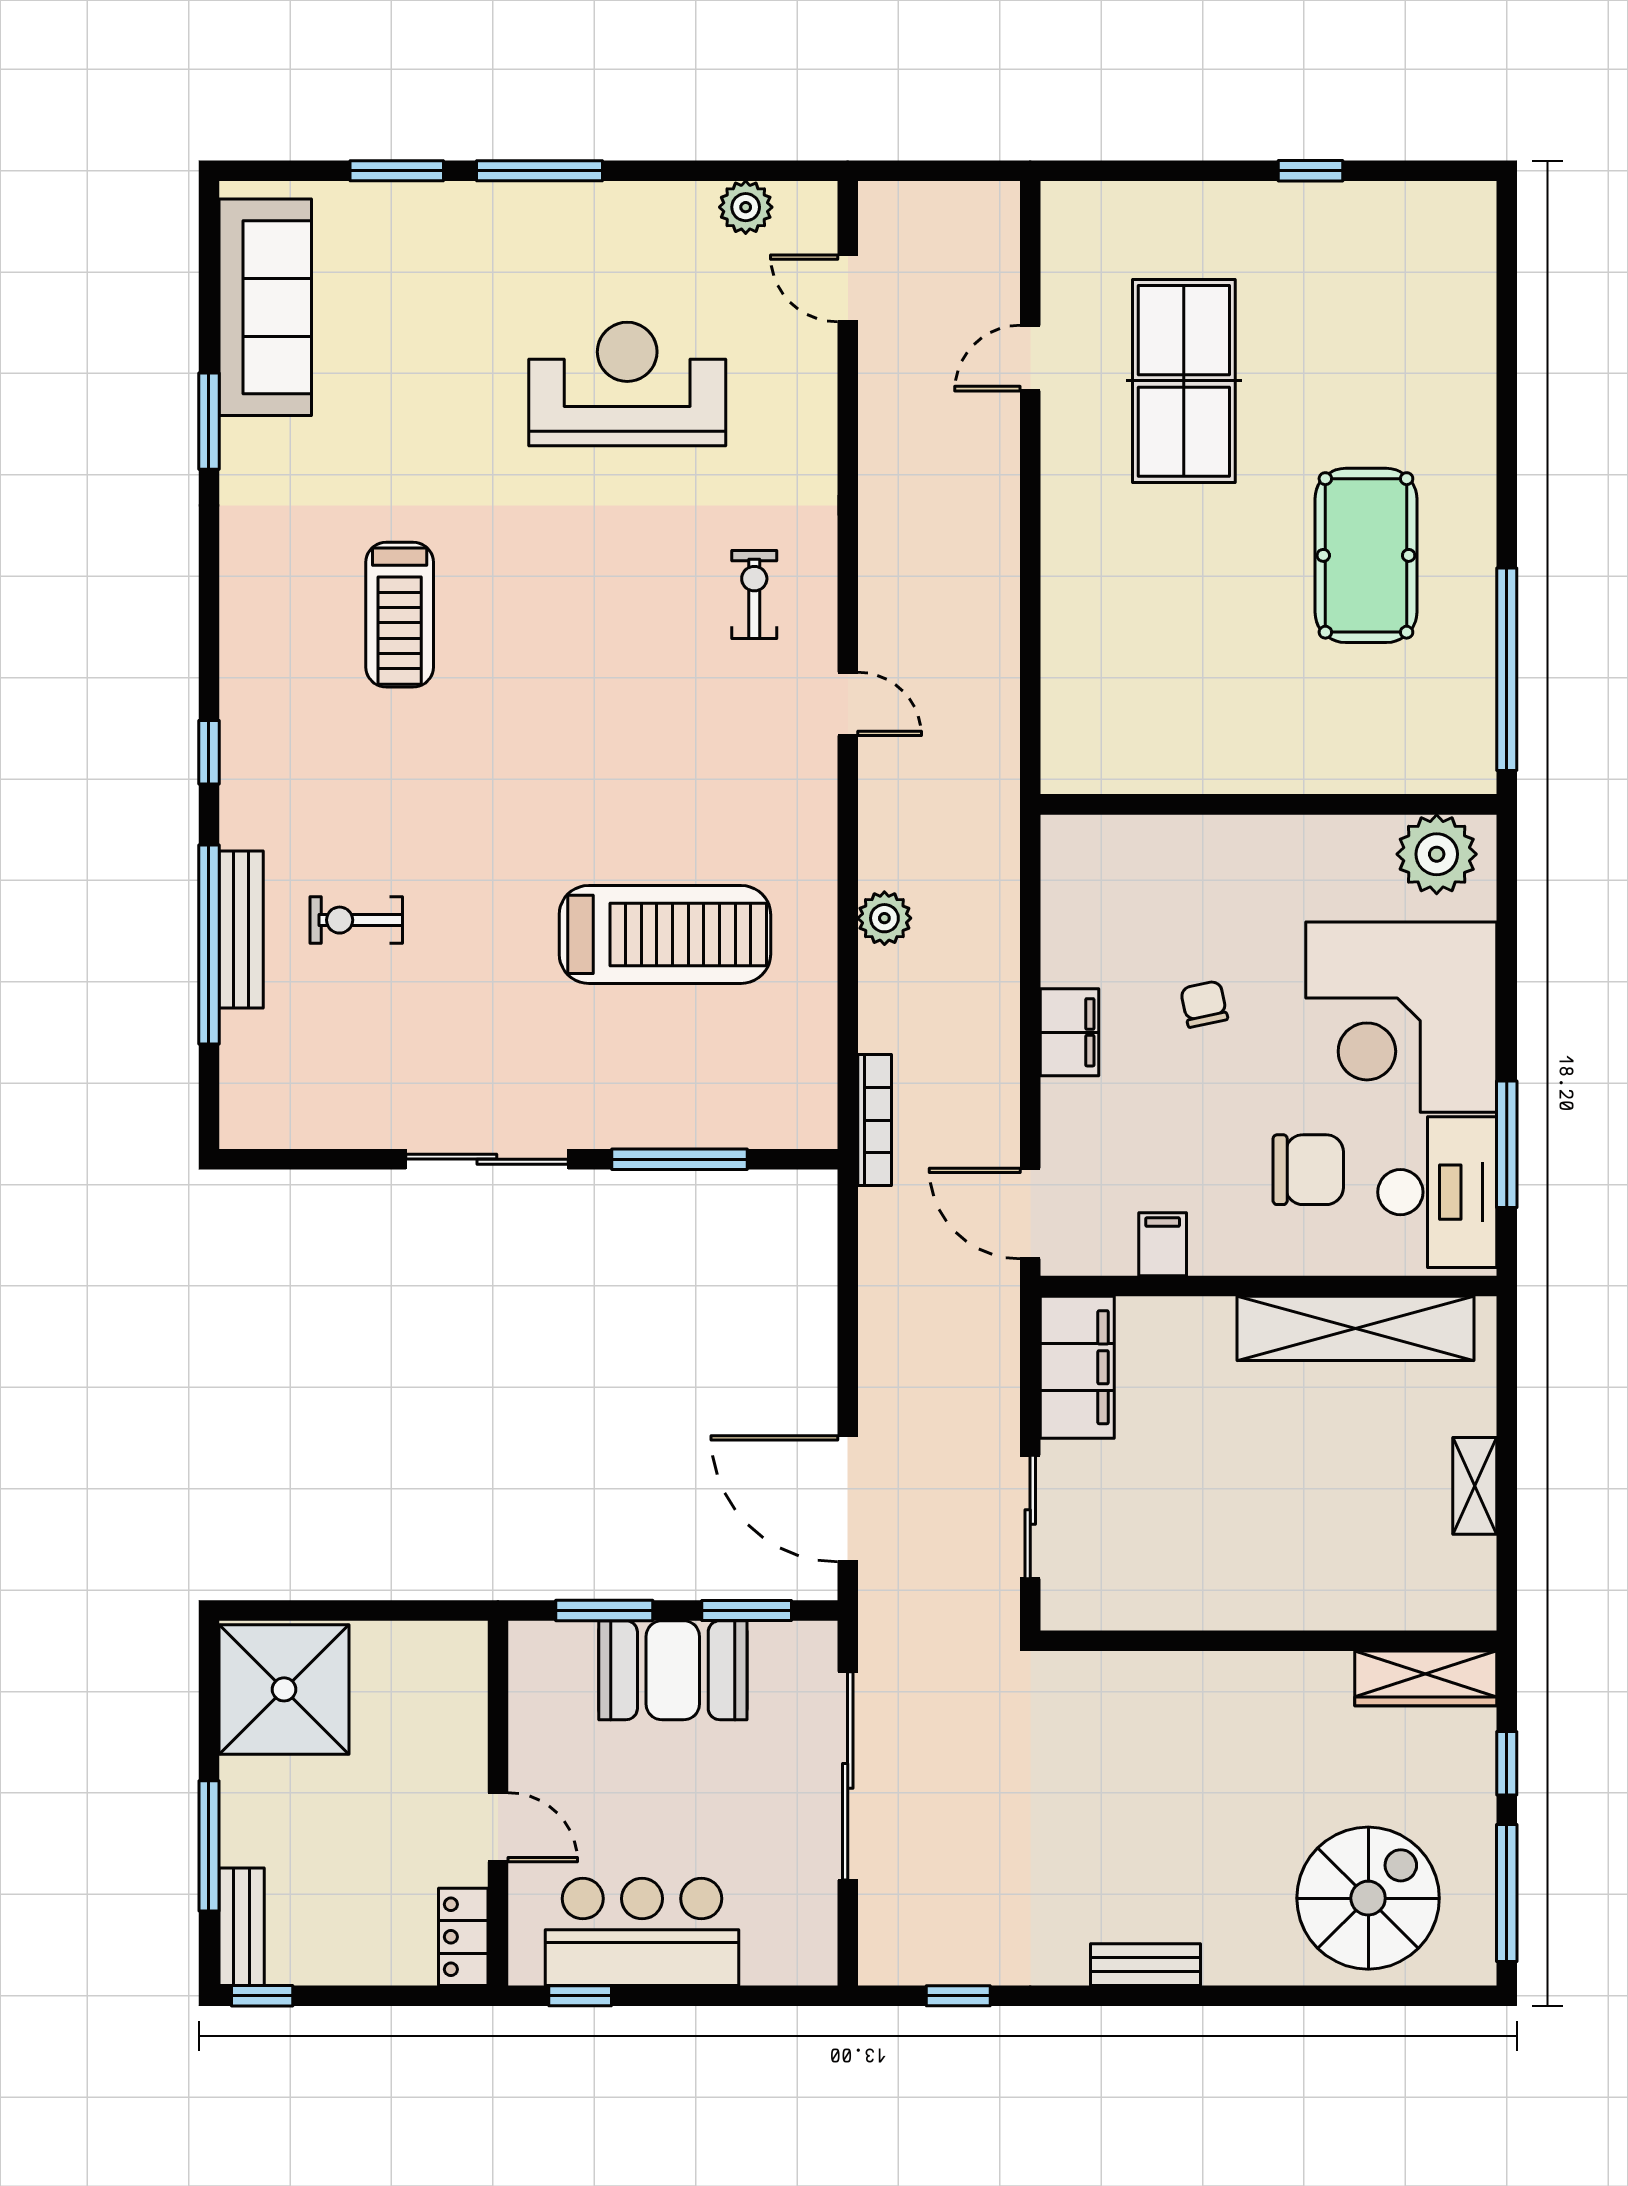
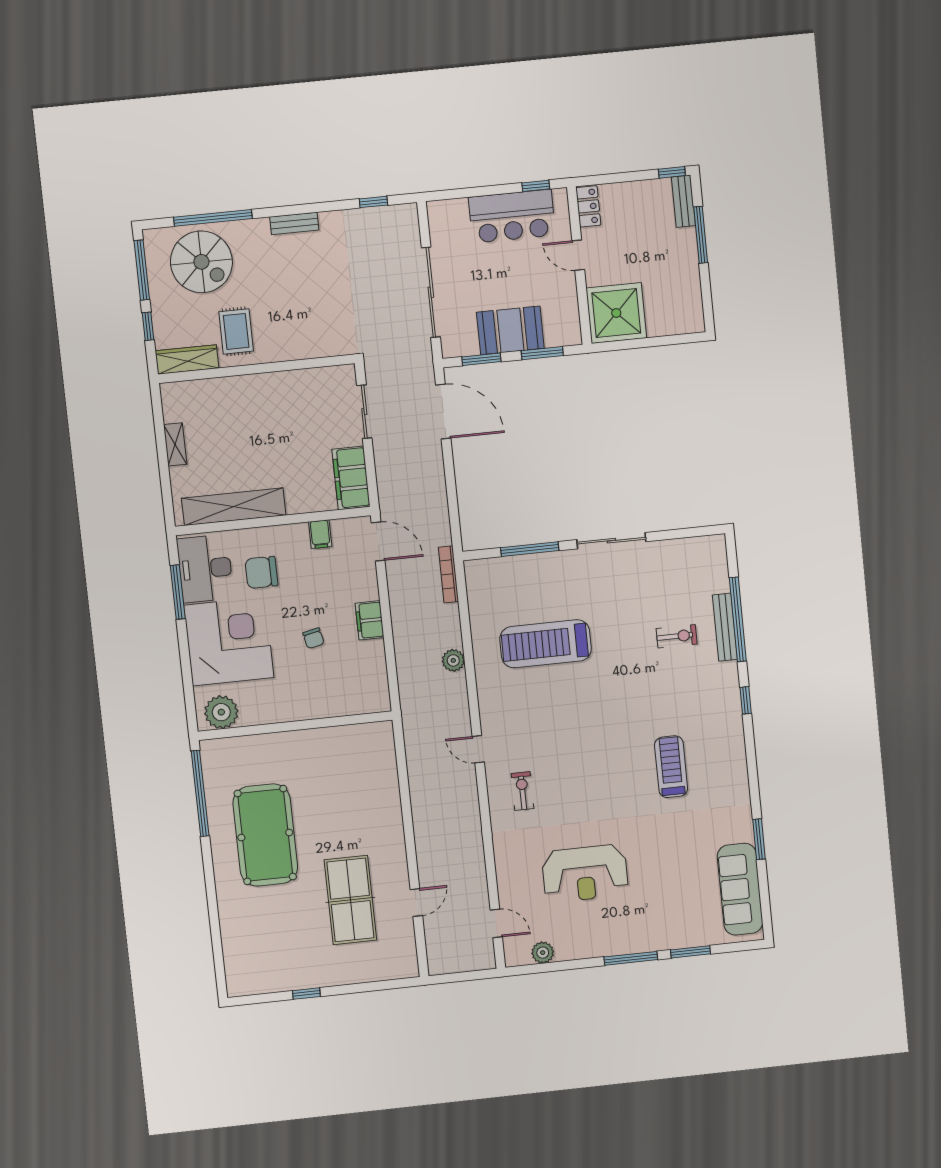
pool table: (1366, 555) -> (265, 835), width x1.36, depth x1.32
exercise bike: (754, 595) -> (522, 791), turned 180
shower: (284, 1689) -> (616, 313), moved
rug: (1306, 1731) -> (236, 331), added
spiral stairs: (1368, 1898) -> (201, 262), turned -90
window: (1331, 1996) -> (213, 218), added

